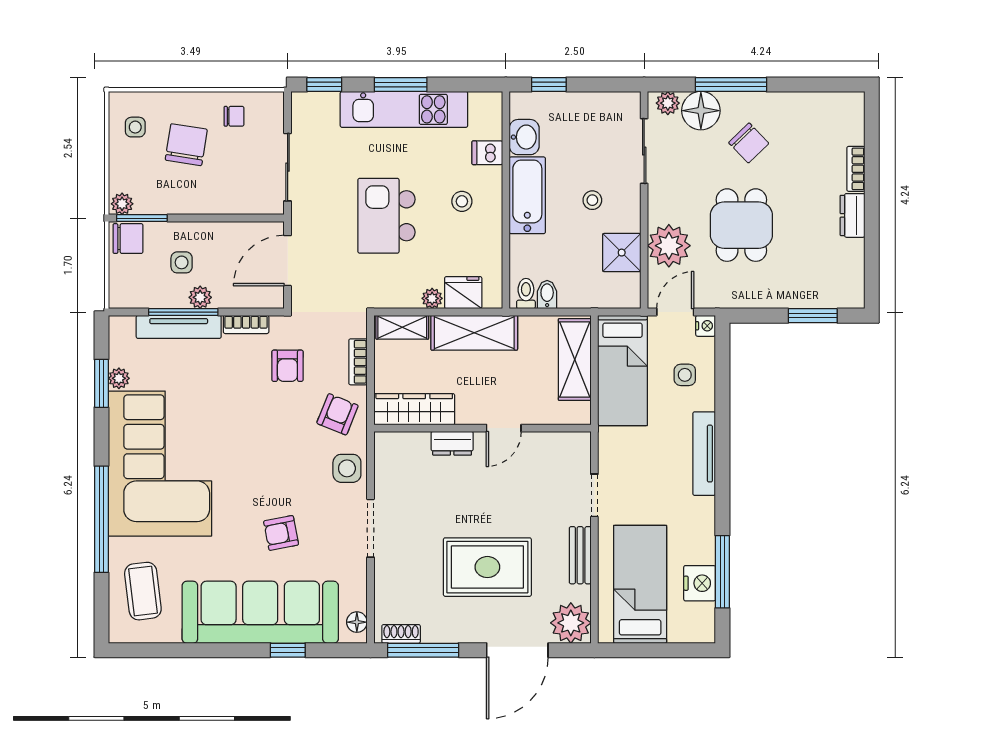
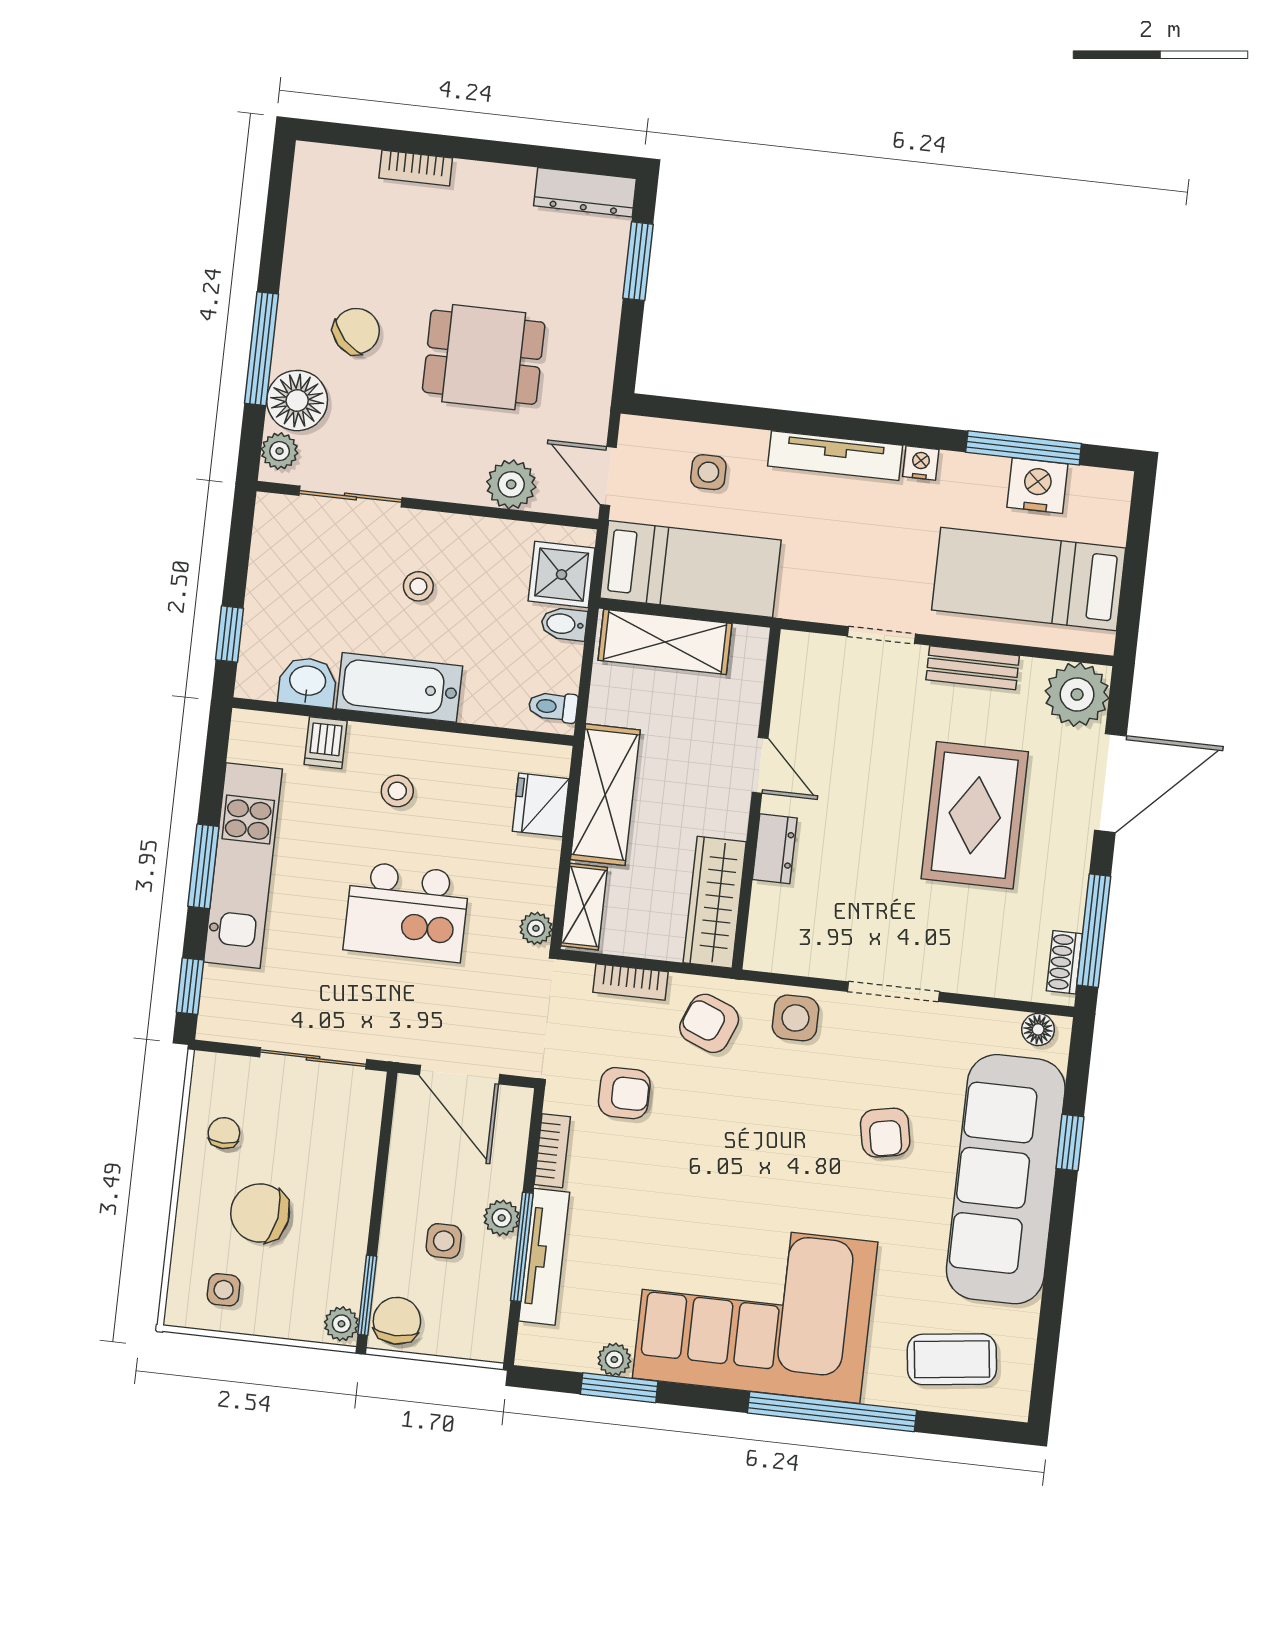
dresser: (852, 215) -> (585, 192), moved, width x1.44
plant: (669, 246) -> (511, 484), width x0.73, depth x0.73
shower: (622, 253) -> (562, 575), moved
bidet: (547, 295) -> (564, 624), moved
plant: (432, 298) -> (536, 928), moved
nightstand: (706, 326) -> (921, 463), moved
door: (517, 650) -> (1110, 783), hinge flipped

